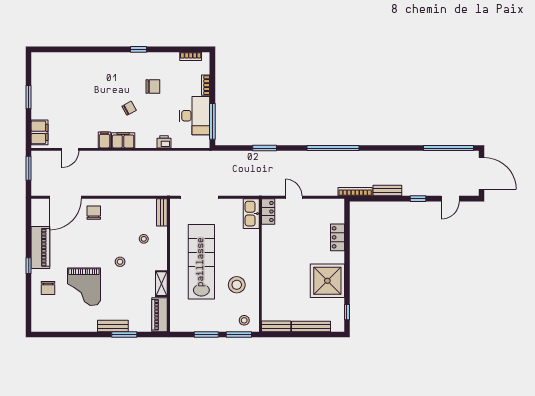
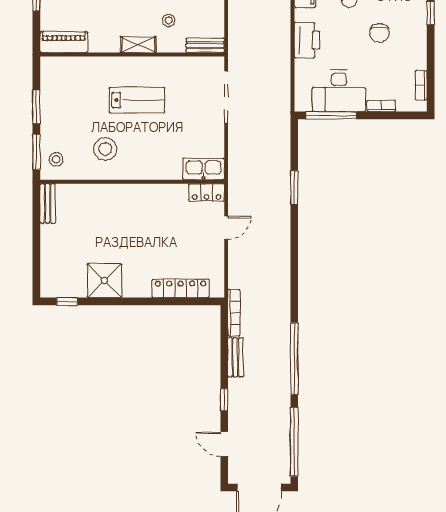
printer: (164, 142) -> (307, 40), width x1.87, depth x1.48
window: (333, 148) -> (294, 359), moved
locker: (337, 237) -> (181, 288), width x1.53
lab bench: (201, 262) -> (137, 100), width x0.54, depth x0.72
shower: (327, 281) -> (104, 281), width x0.73, depth x0.73
shelving: (161, 284) -> (138, 45), moved
bench: (311, 326) -> (48, 252), removed

